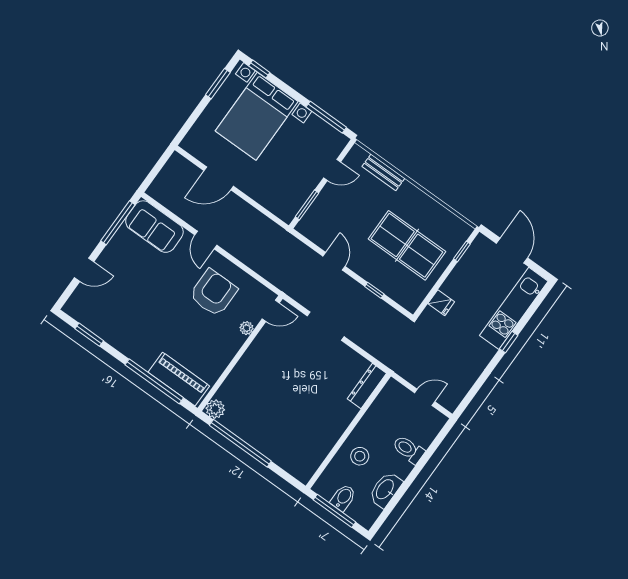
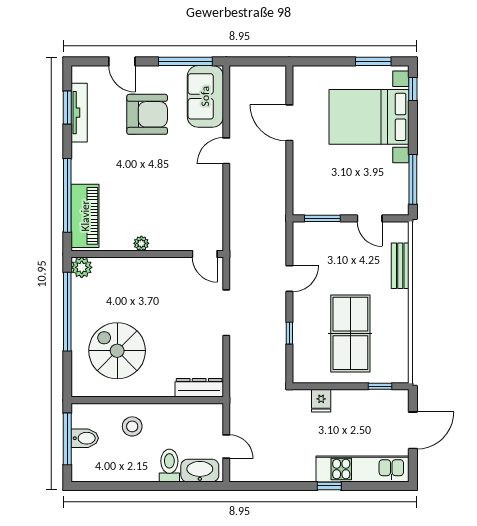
armchair: (213, 293) -> (147, 114), moved
plant: (247, 328) -> (141, 243), moved
tv unit: (99, 329) -> (79, 113), added
spiral stairs: (296, 427) -> (117, 351), added
washbasin: (385, 490) -> (200, 471), moved

